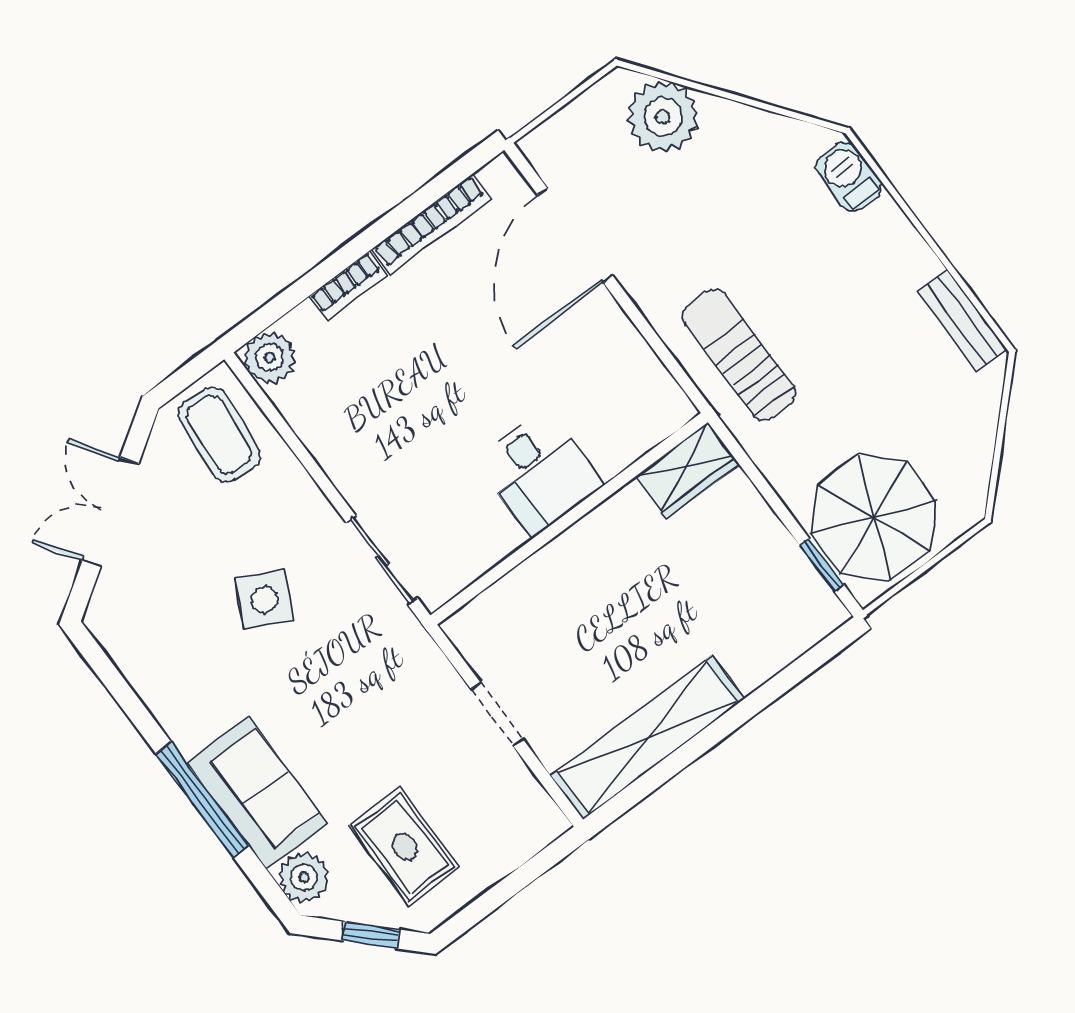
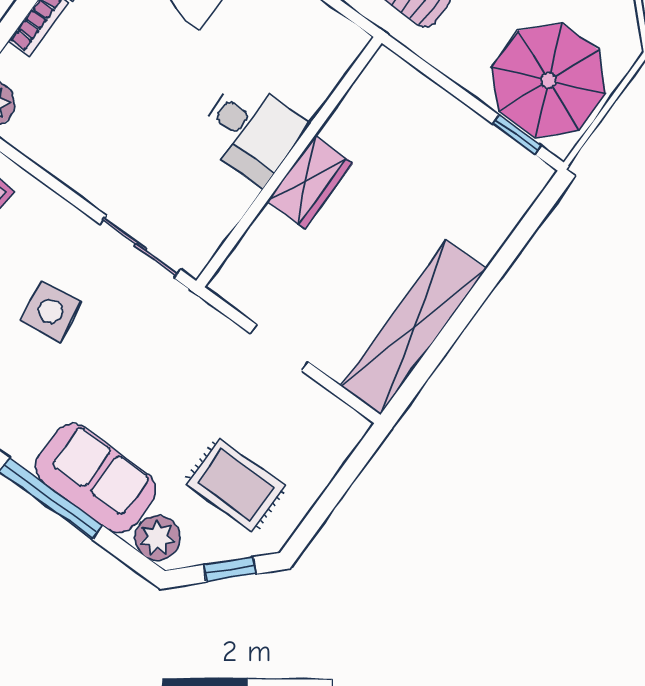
wardrobe: (687, 470) -> (310, 182), moved
side table: (264, 600) -> (50, 311), turned -36

